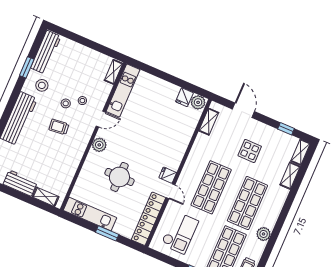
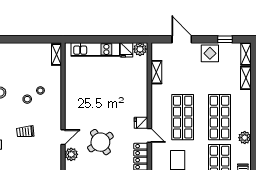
kitchen unit: (123, 91) -> (95, 49), moved, turned 90
door: (101, 119) -> (63, 137), moved
shelving: (209, 122) -> (156, 72), moved
trolley: (59, 127) -> (25, 132), moved
plant: (99, 145) -> (71, 154), moved
display table: (250, 151) -> (210, 53), moved
round table: (119, 177) -> (100, 142), turned -34

